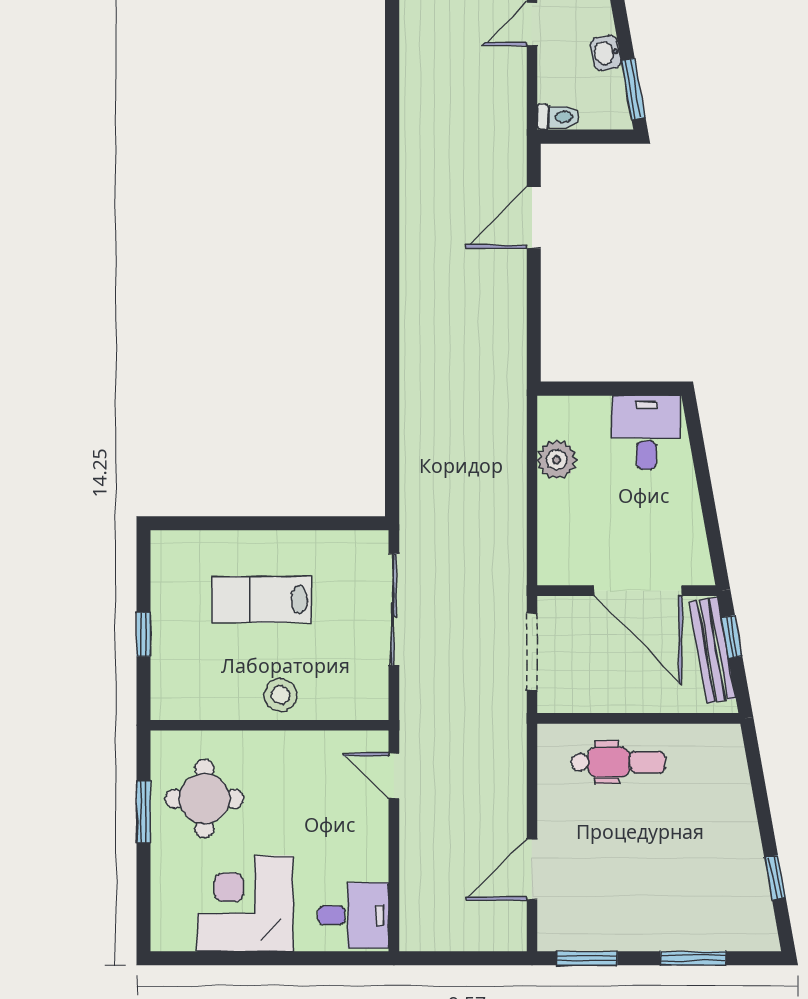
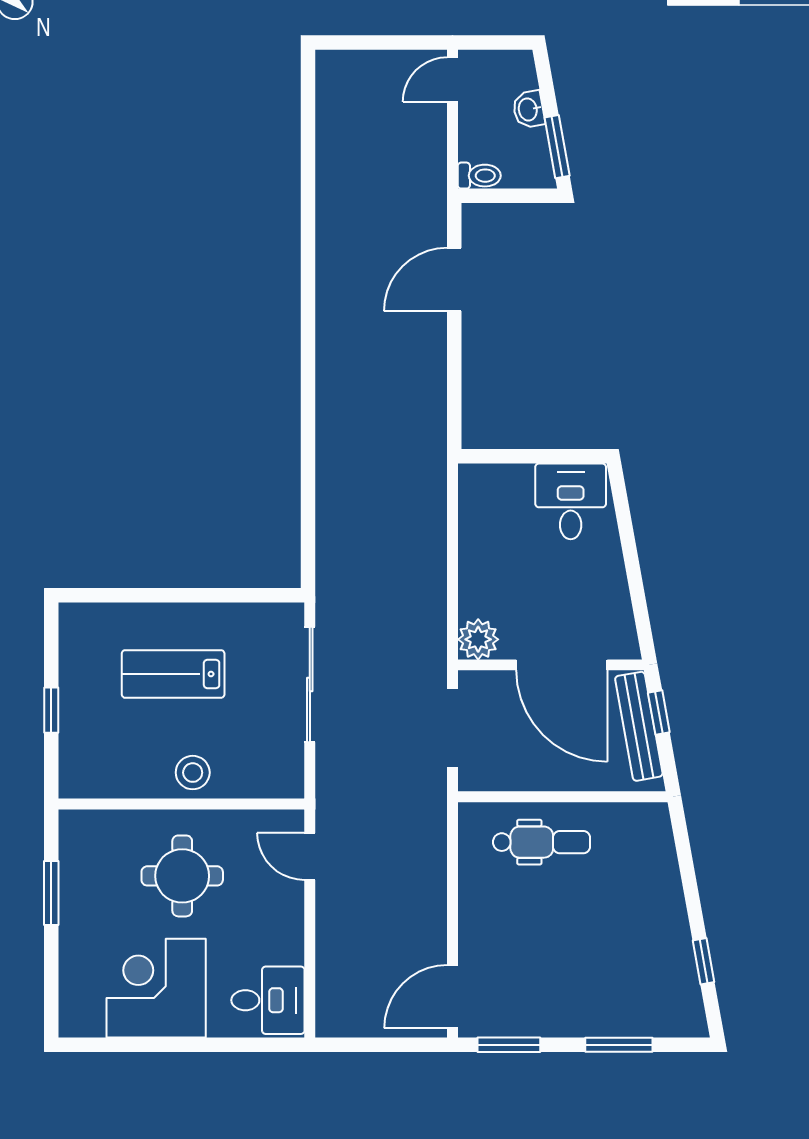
plant: (557, 460) -> (478, 639), moved
round table: (204, 799) -> (182, 876), moved
door: (532, 870) -> (452, 997), moved

